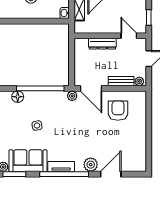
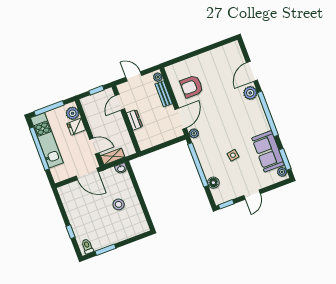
dresser: (102, 44) -> (135, 120), width x0.70
tv unit: (61, 167) -> (262, 119), removed
door: (111, 174) -> (252, 71), hinge flipped

